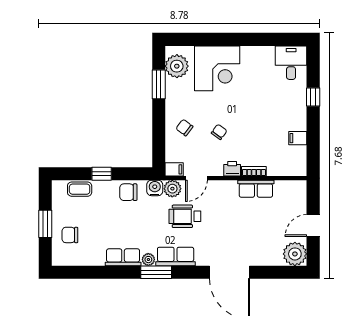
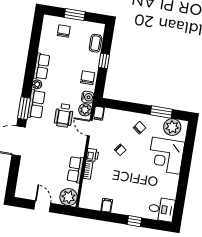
chair: (184, 128) -> (139, 128), moved
wheelchair: (185, 216) -> (64, 115), turned 180
plant: (295, 254) -> (69, 197), moved
window: (156, 272) -> (24, 108), moved

